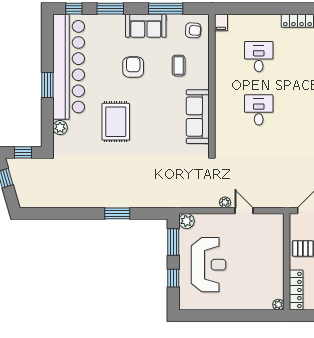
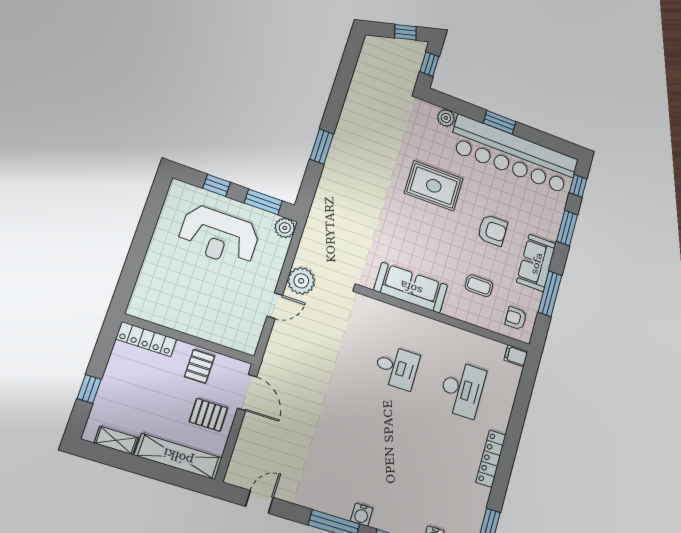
armchair: (193, 30) -> (516, 318), turned 87
desk: (259, 57) -> (462, 389), width x1.37
plant: (225, 202) -> (301, 281), width x1.87, depth x1.87
plant: (278, 305) -> (134, 309), removed

